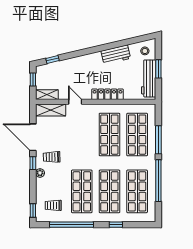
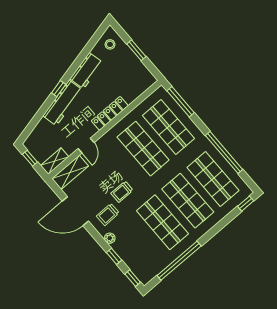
window: (53, 59) -> (59, 89), moved
workbench: (149, 78) -> (63, 103), moved, turned -103
door: (75, 102) -> (86, 146), swing flipped
window: (158, 140) -> (181, 102), moved
window: (33, 163) -> (114, 256), moved
trolley: (53, 205) -> (122, 192), moved
window: (116, 225) -> (246, 204), moved

